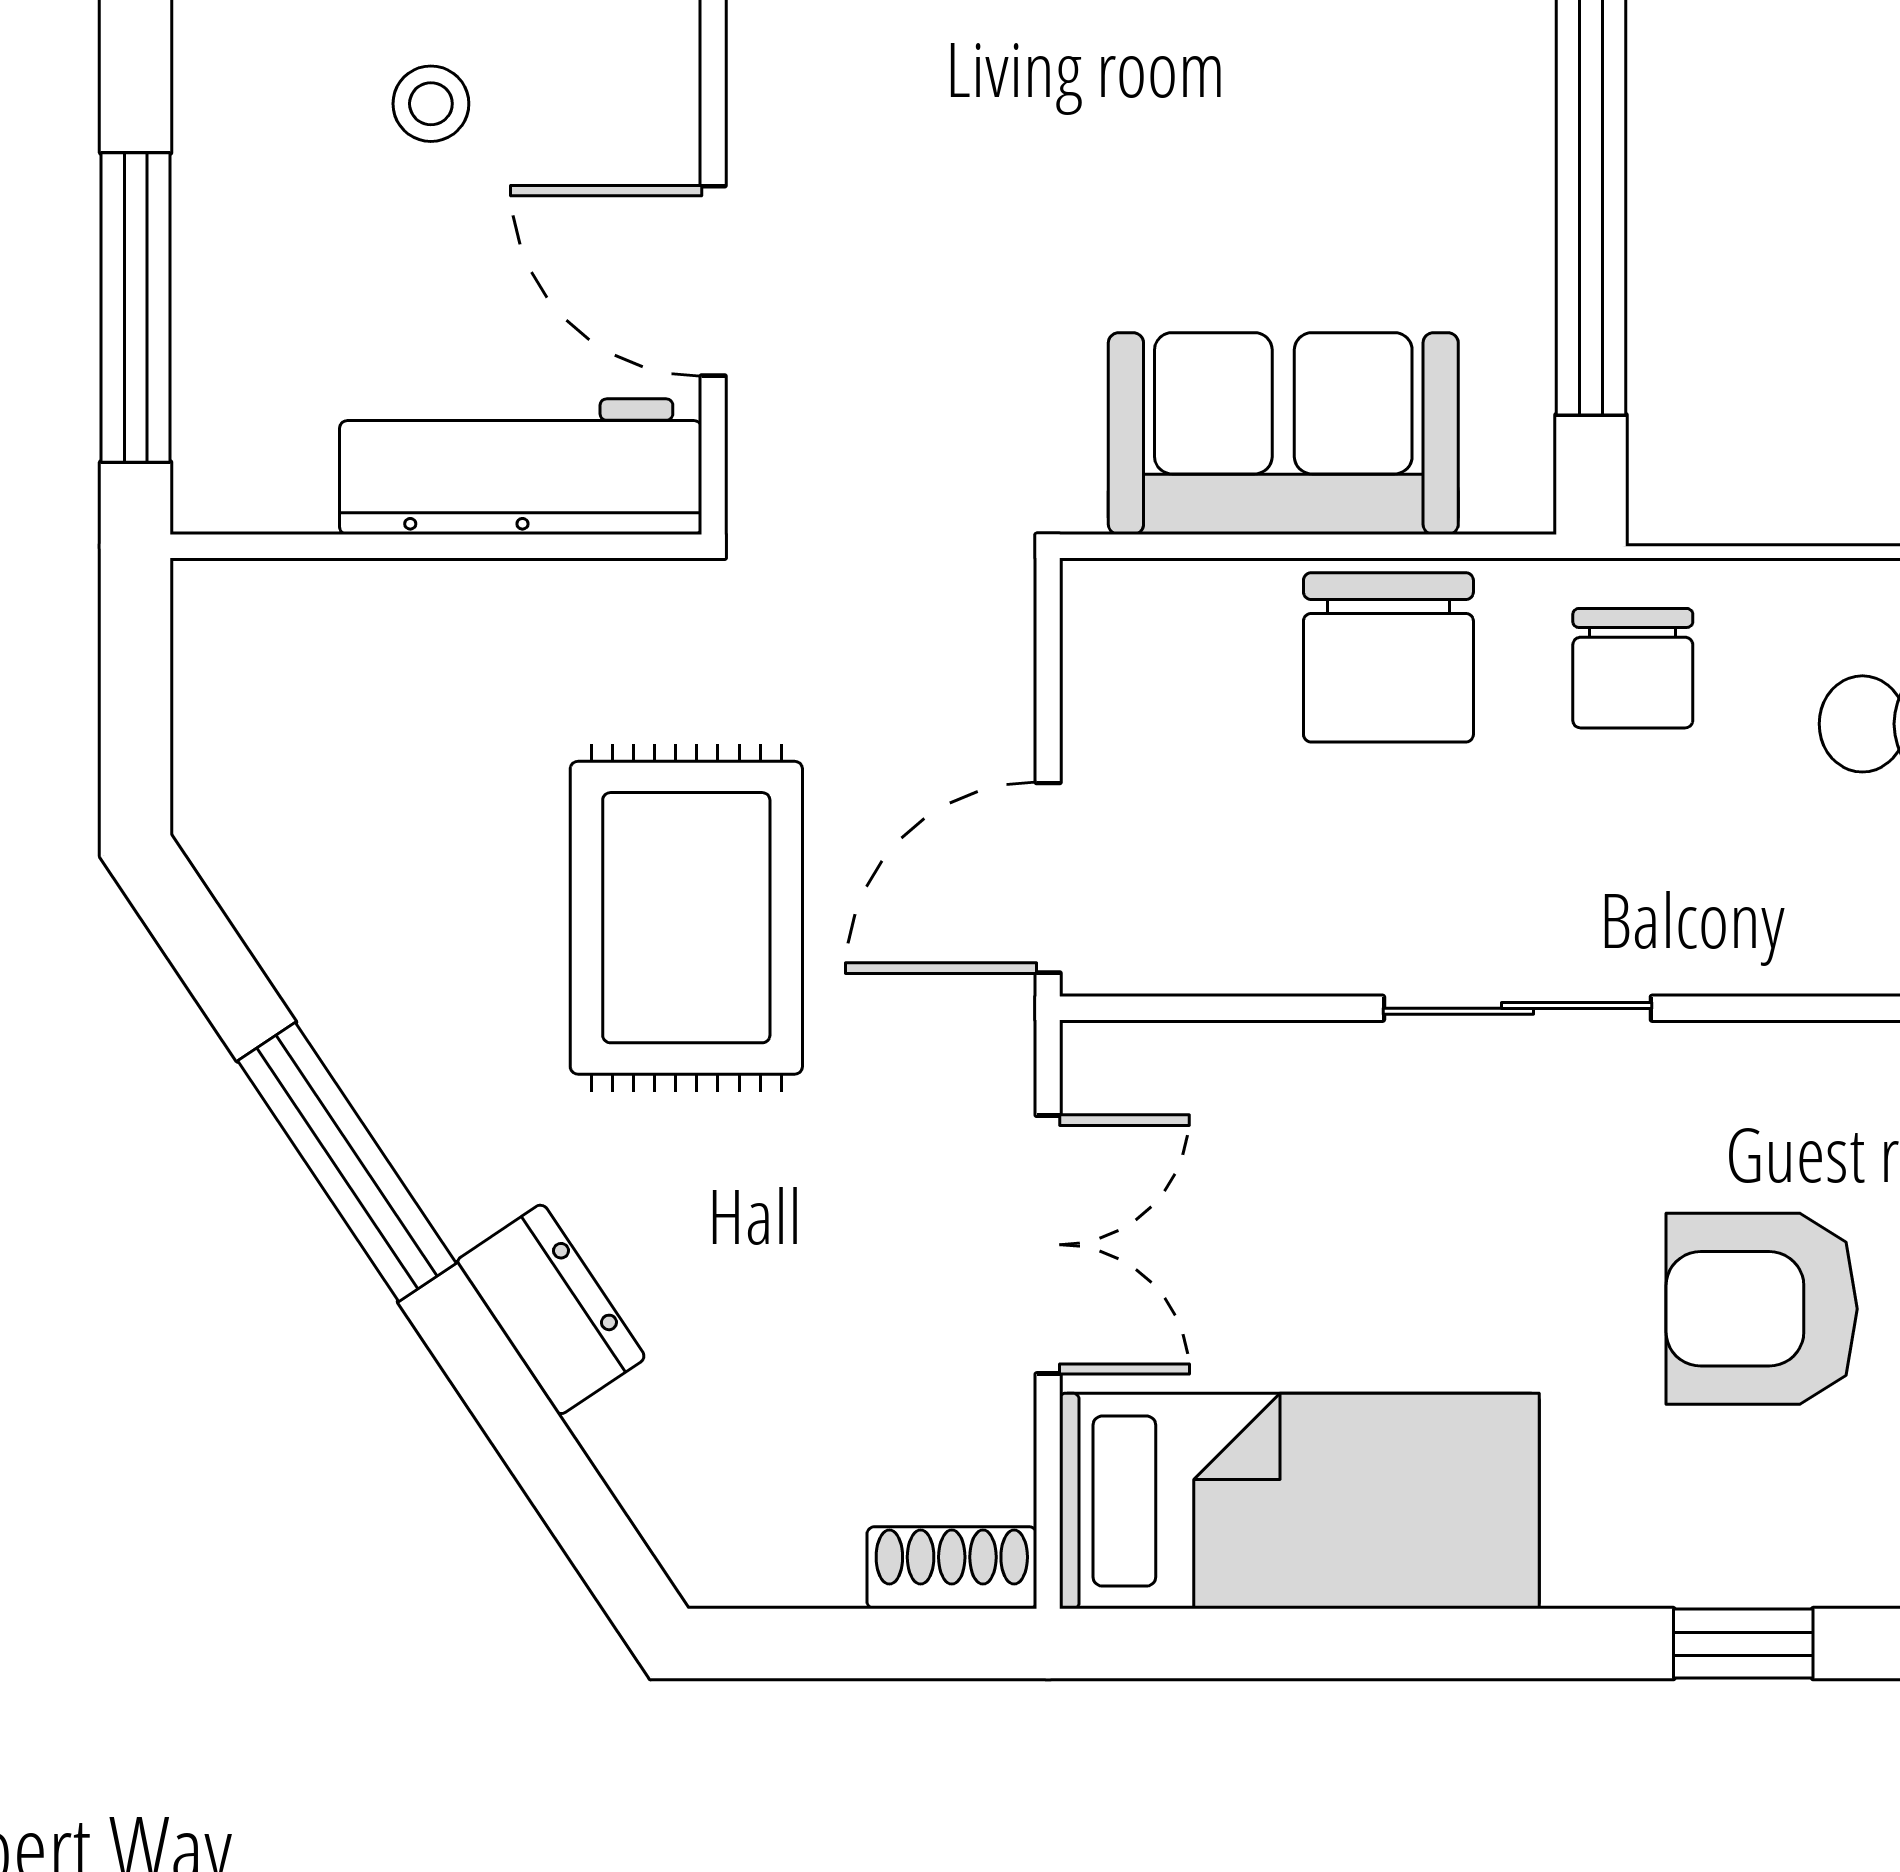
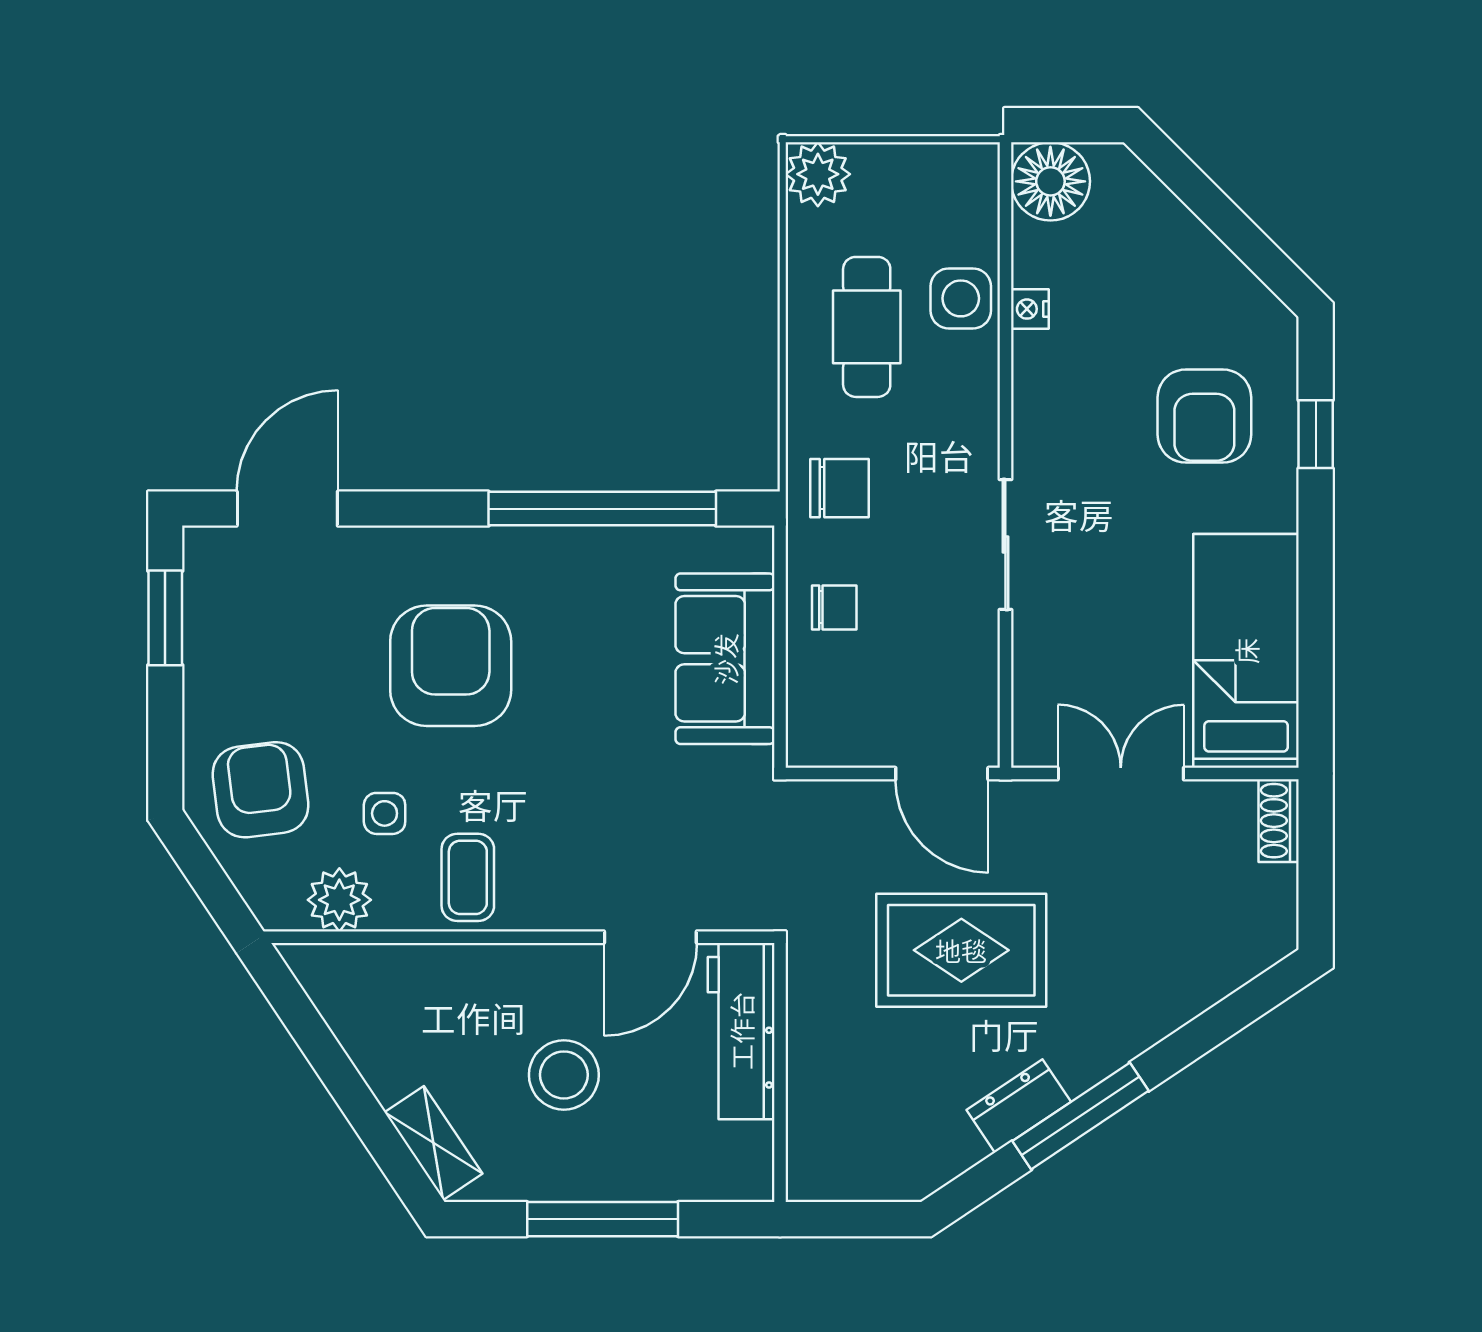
stool: (431, 104) -> (564, 1075), width x1.89, depth x1.89
window: (136, 307) -> (603, 1219), moved
chair: (1388, 657) -> (834, 607), width x0.54, depth x0.54
dresser: (551, 1309) -> (1019, 1106), moved
armchair: (1762, 1309) -> (1204, 416), moved

